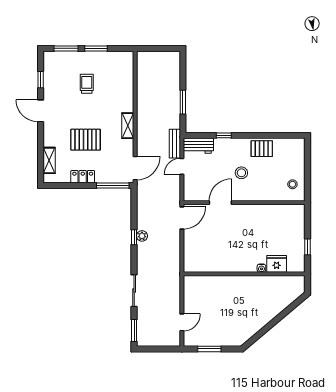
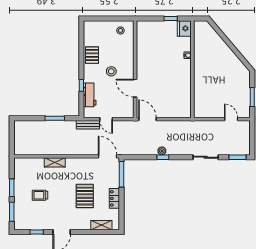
shelving: (128, 126) -> (55, 162), moved
workbench: (198, 146) -> (90, 95), moved
fridge: (277, 264) -> (184, 28), moved

